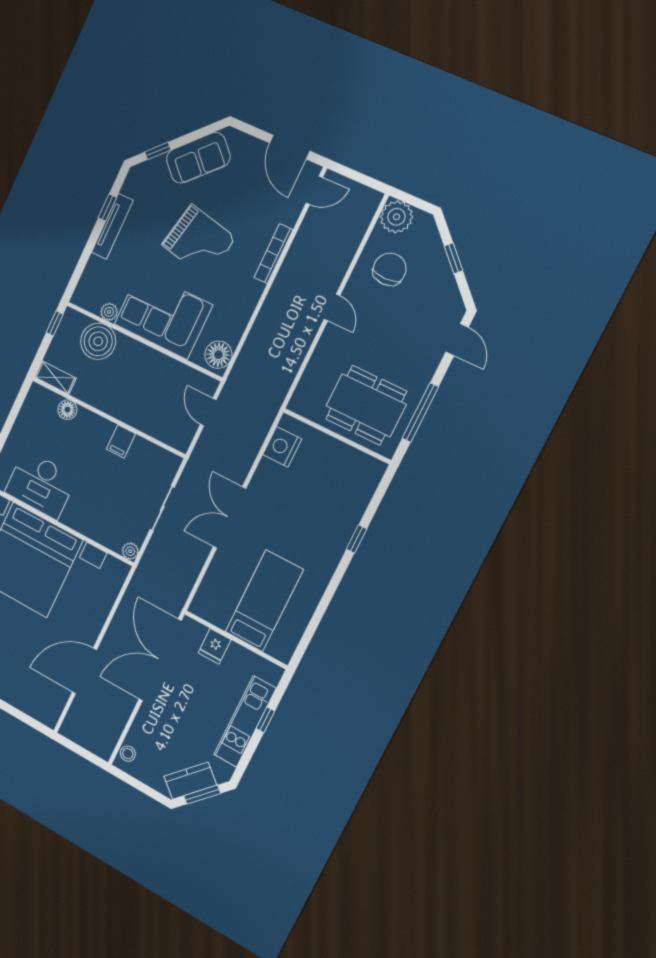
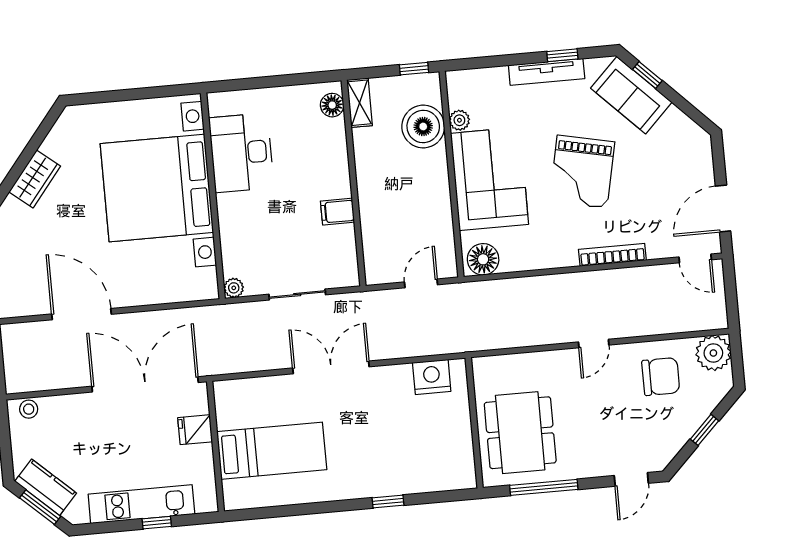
sofa: (198, 158) -> (631, 95), moved
floor lamp: (67, 410) -> (332, 105), moved

